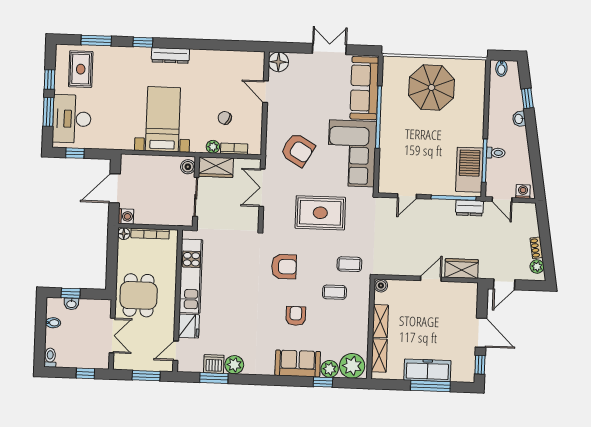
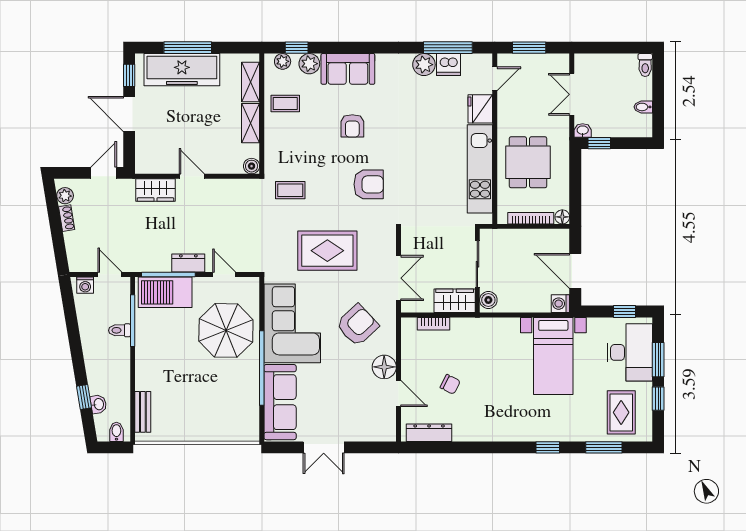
dresser: (170, 55) -> (429, 433), moved
floor lamp: (278, 62) -> (384, 367), moved
bench: (479, 84) -> (143, 412), added
parasol: (432, 87) -> (226, 330), moved
chair: (225, 118) -> (450, 384), moved
bed with nightstands: (163, 119) -> (553, 356), moved
washbasin: (519, 119) -> (98, 404), moved
plant: (213, 147) -> (459, 325), removed
armchair: (298, 150) -> (357, 325), turned 107
barbecue: (469, 170) -> (165, 292), moved, turned 90
door: (115, 188) -> (575, 271), swing flipped
door: (407, 196) -> (224, 275), hinge flipped
dresser: (469, 208) -> (188, 263), moved
washing machine: (126, 216) -> (560, 304), moved
armchair: (284, 267) -> (369, 184), turned 180
door: (431, 279) -> (192, 176), swing flipped
coffee table: (334, 292) -> (285, 104), moved
window: (71, 293) -> (599, 143), moved
dining table: (139, 295) -> (528, 162), moved
washbasin: (71, 304) -> (583, 130), moved
plant: (352, 366) -> (283, 61), width x0.53, depth x0.53
freezer: (427, 370) -> (182, 70), width x1.36, depth x1.26
window: (85, 373) -> (602, 48), removed
window: (214, 378) -> (448, 48), width x1.44
window: (323, 382) -> (297, 48), moved

